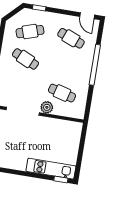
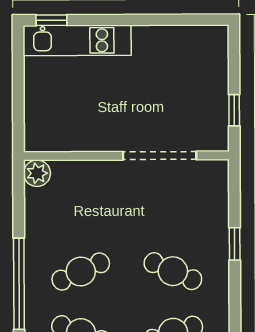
cafe table: (62, 93) -> (81, 271), moved, turned -39
plant: (47, 107) -> (37, 173), moved

